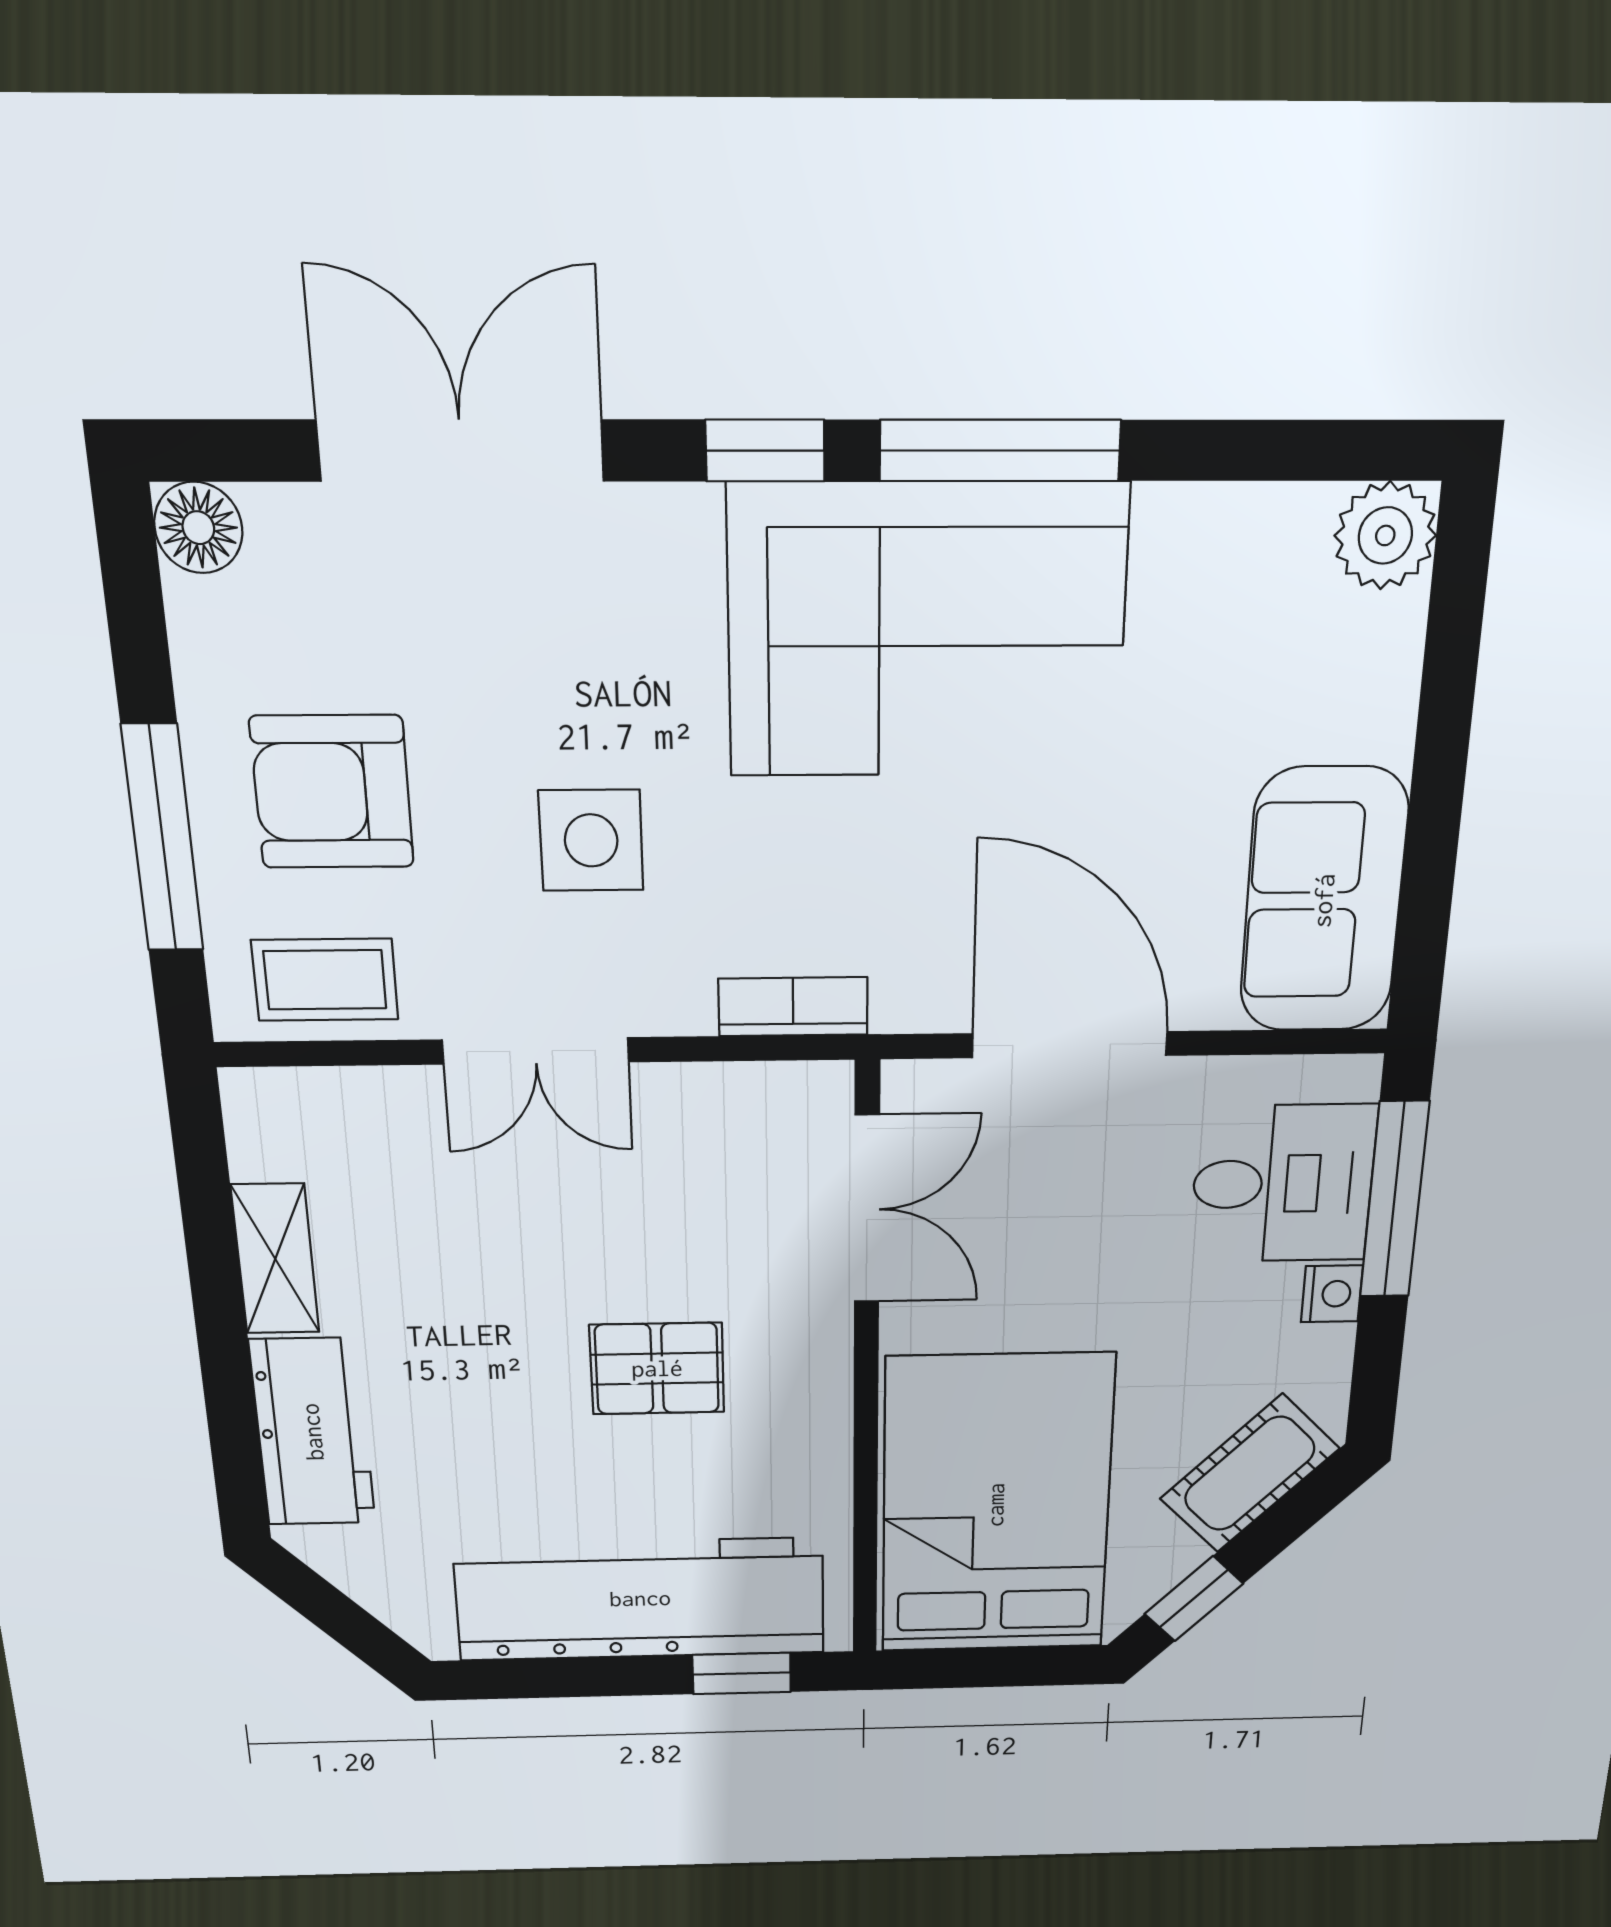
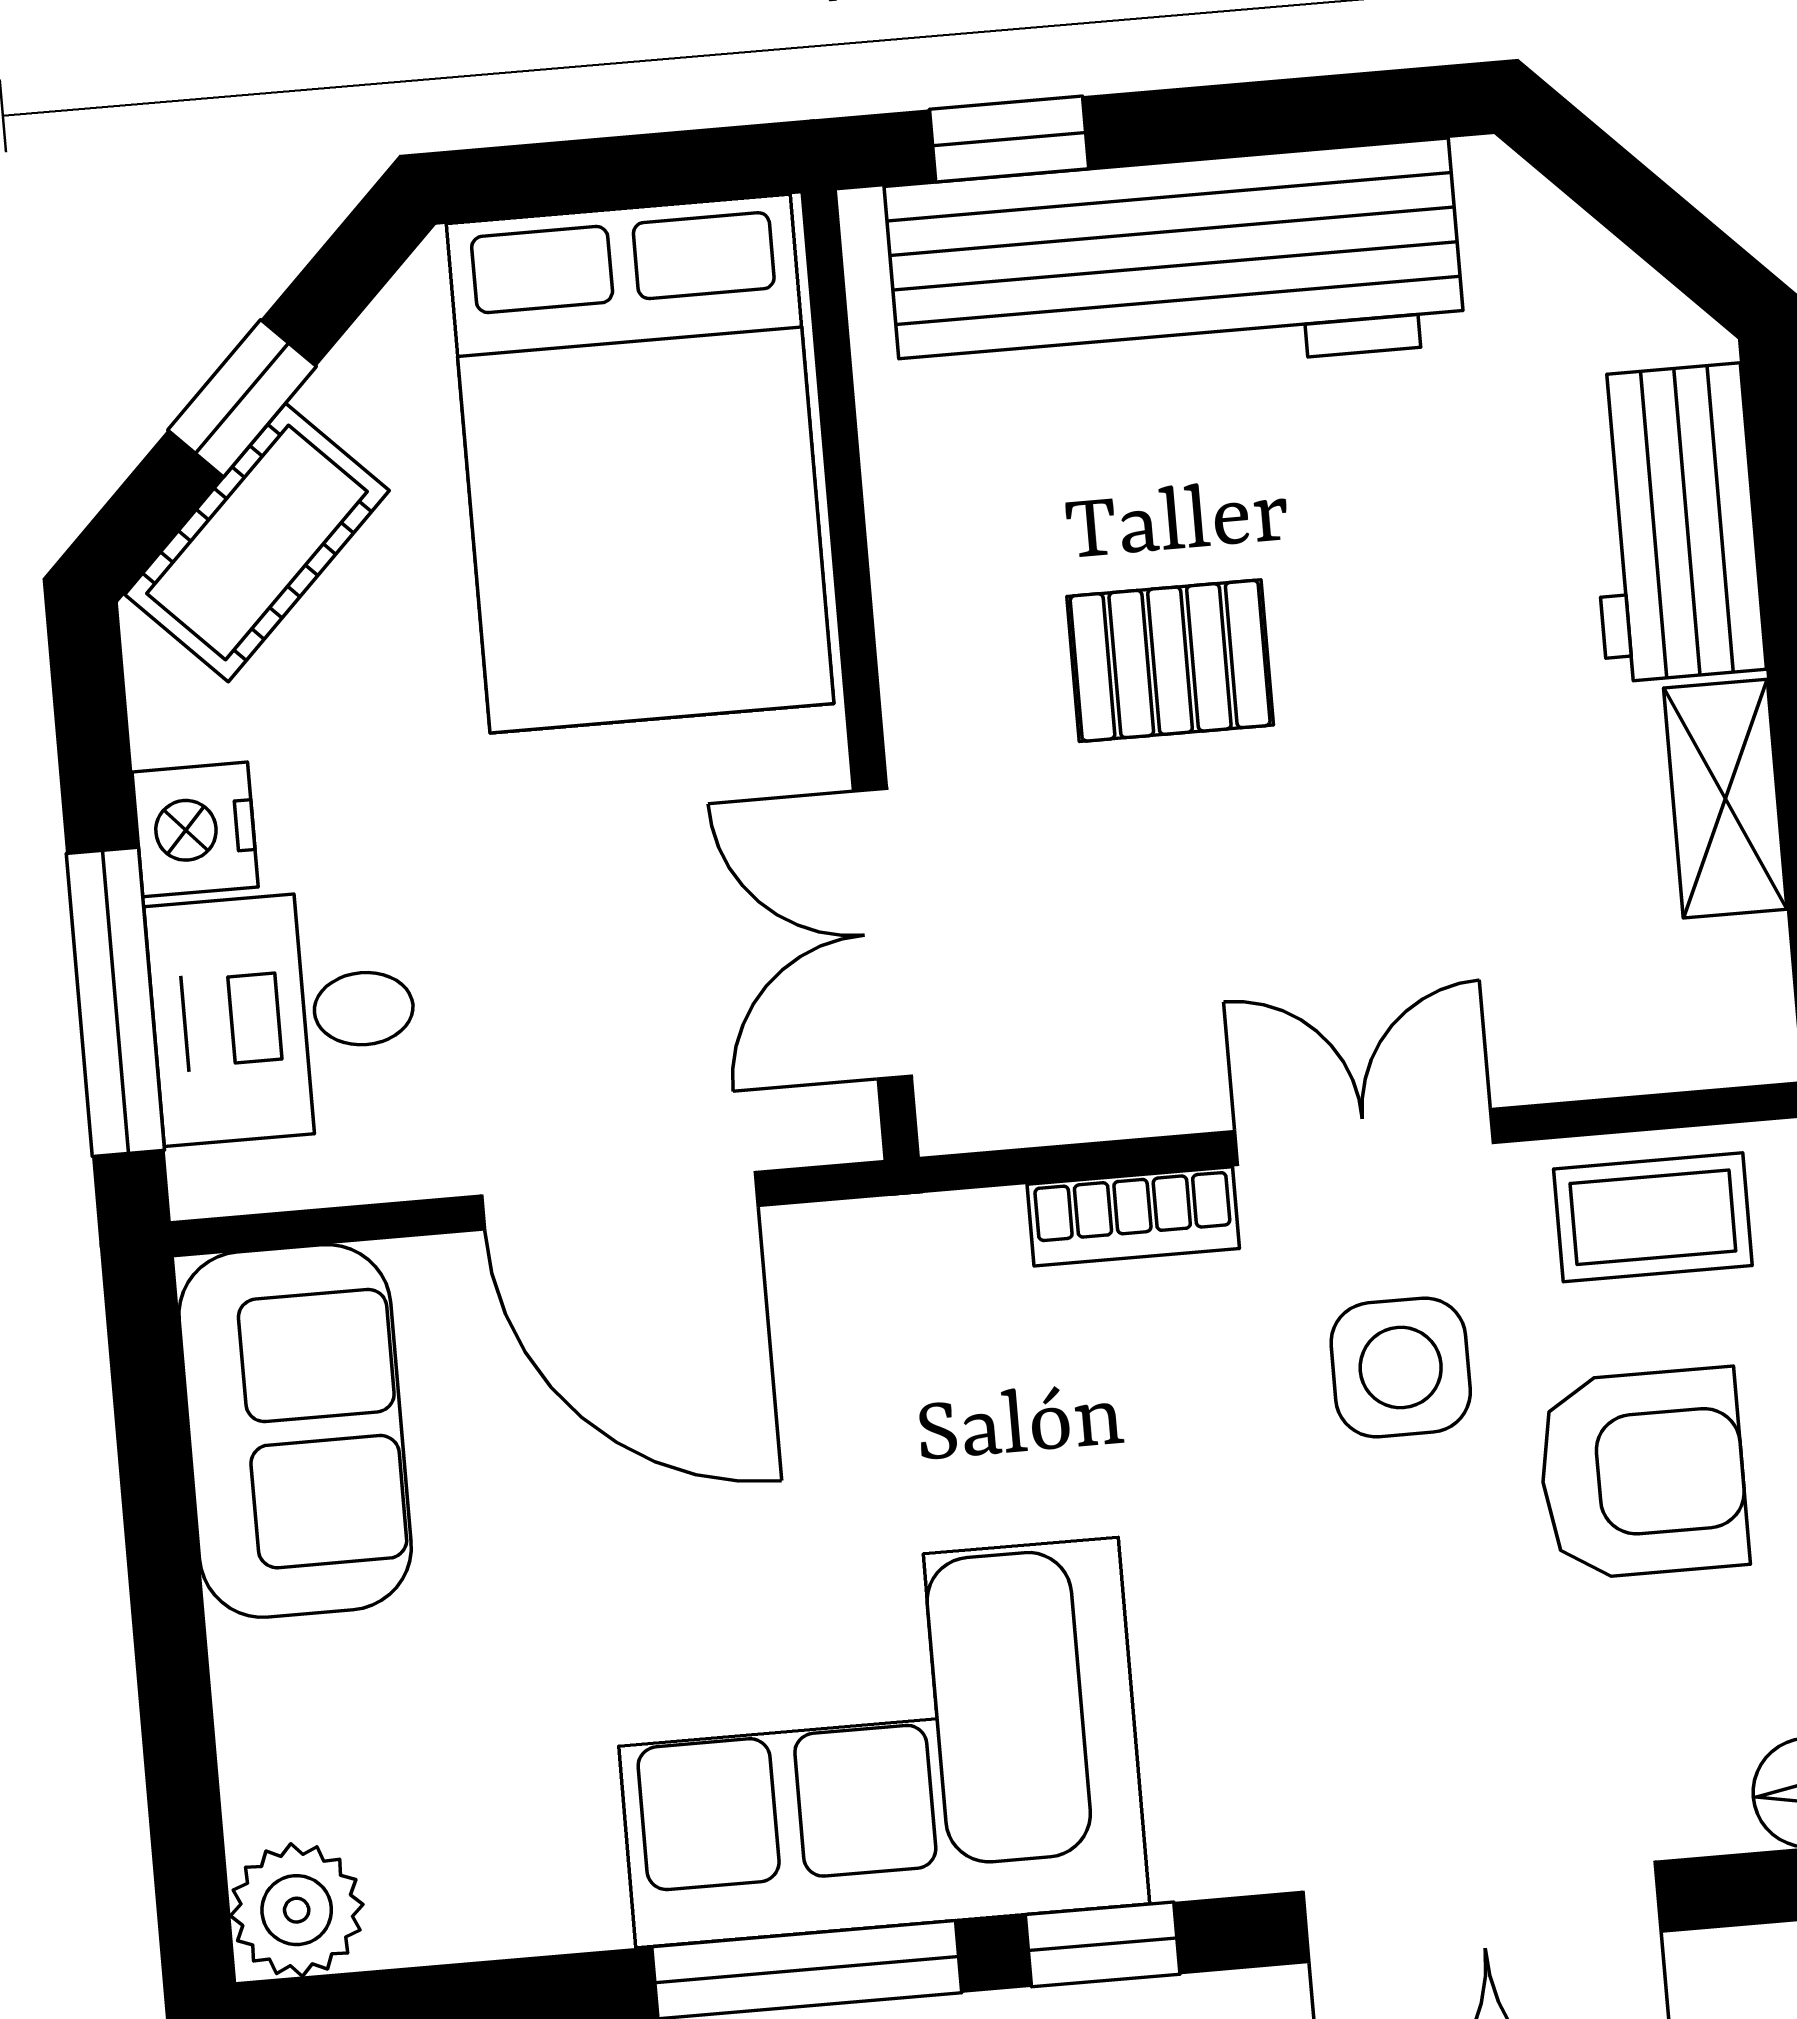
side table: (591, 840) -> (1401, 1367), moved
bookcase: (793, 1007) -> (1133, 1216), moved
nightstand: (1332, 1294) -> (195, 829), width x1.39, depth x1.35
window: (1194, 1599) -> (242, 398), moved

